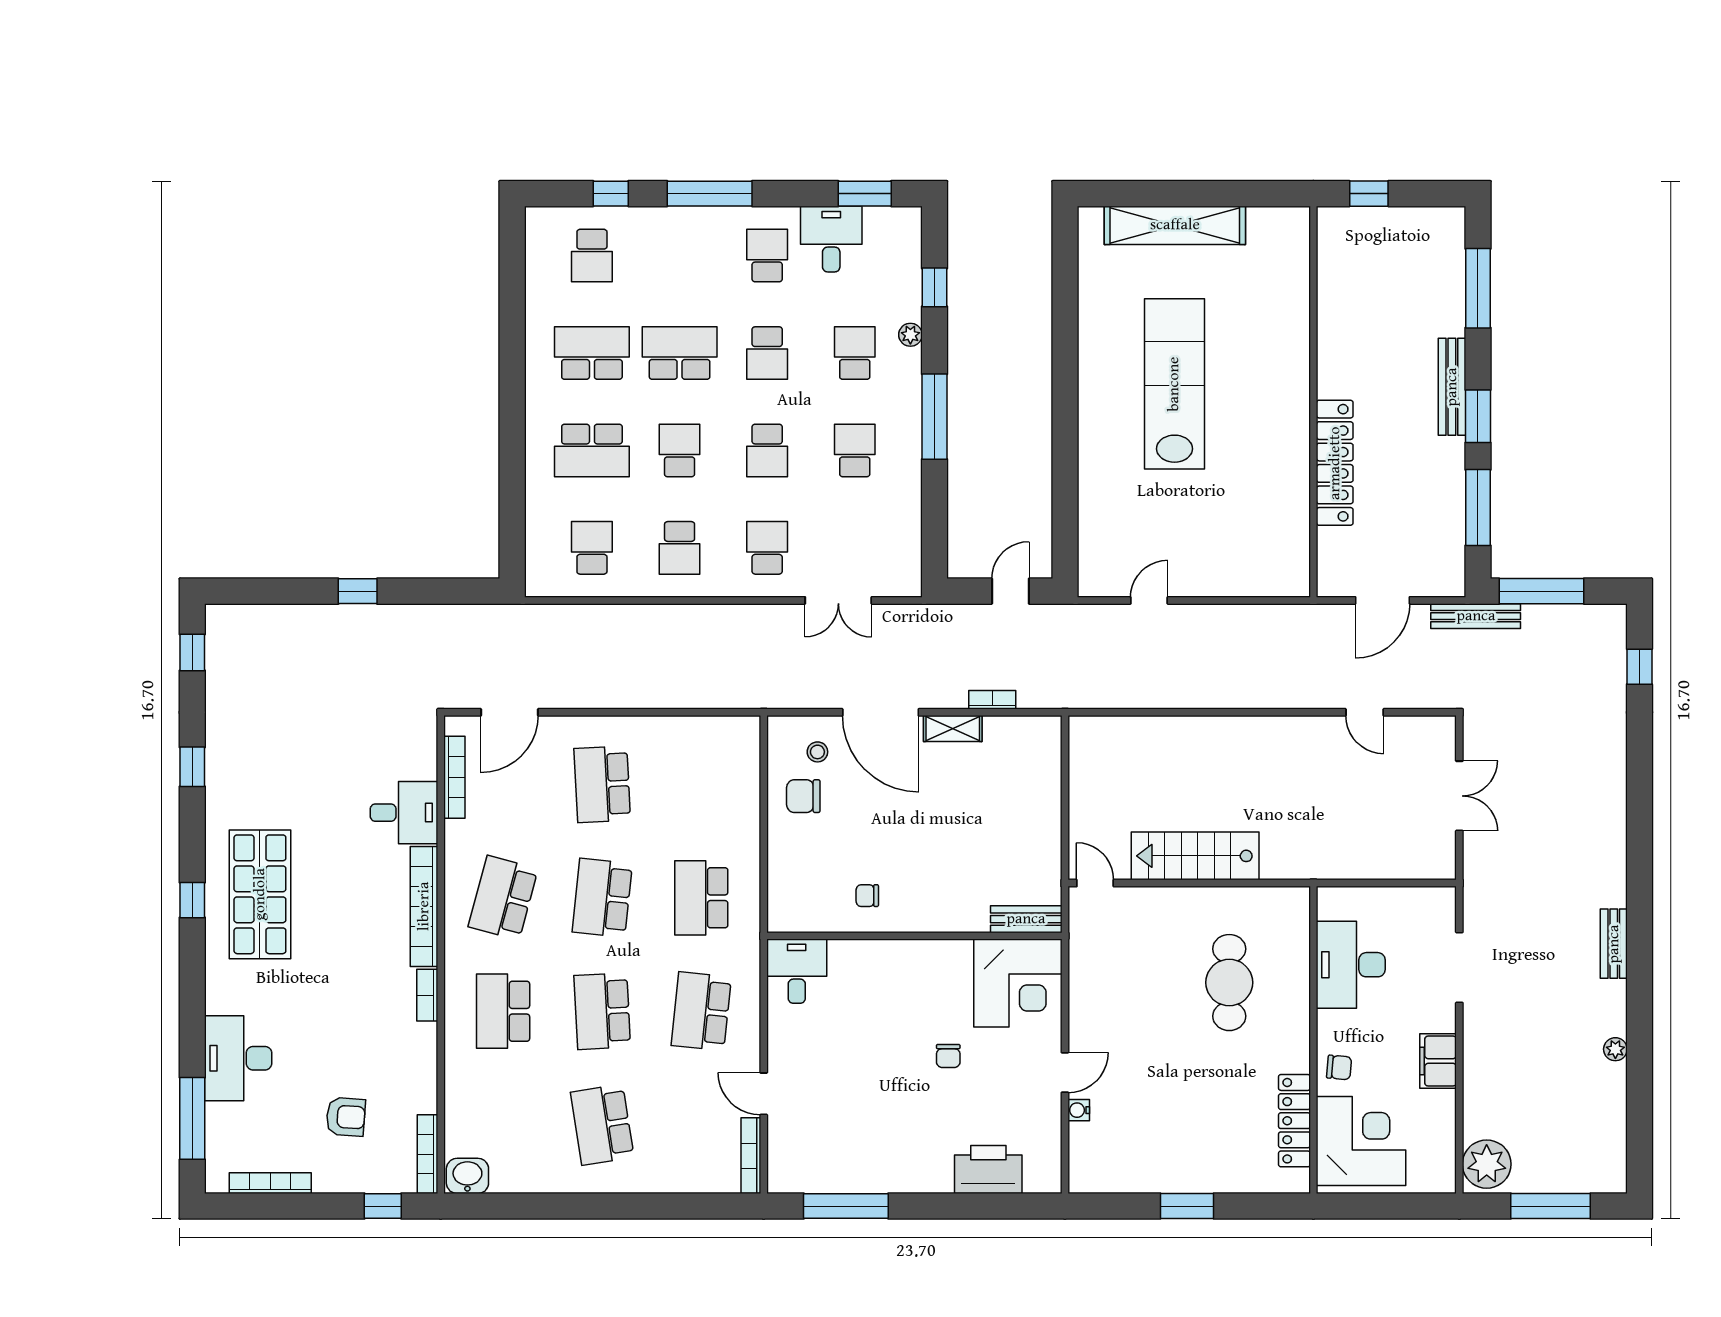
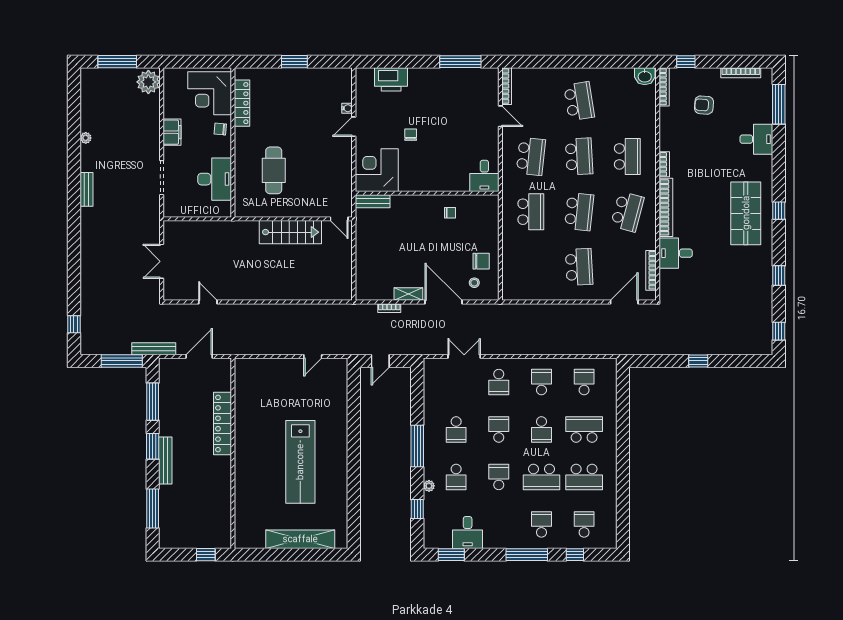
school desk: (767, 256) -> (541, 524), moved, turned 180
school desk: (592, 548) -> (584, 382), turned 180
desk: (238, 1058) -> (756, 139), width x0.73

